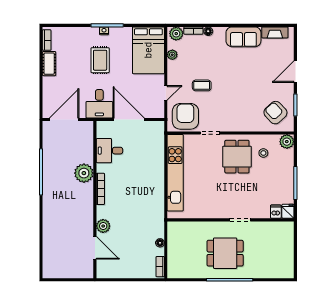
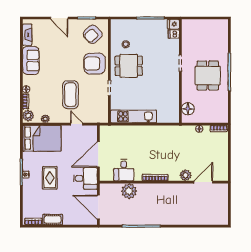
rug: (100, 60) -> (50, 178), turned 90
coffee table: (202, 85) -> (70, 95), width x1.86, depth x1.72
armchair: (185, 116) -> (95, 64), moved
plant: (287, 142) -> (116, 25), removed
plant: (84, 173) -> (129, 191), moved
kitchen unit: (175, 173) -> (134, 116), width x0.73
floor lamp: (184, 229) -> (188, 109), added

